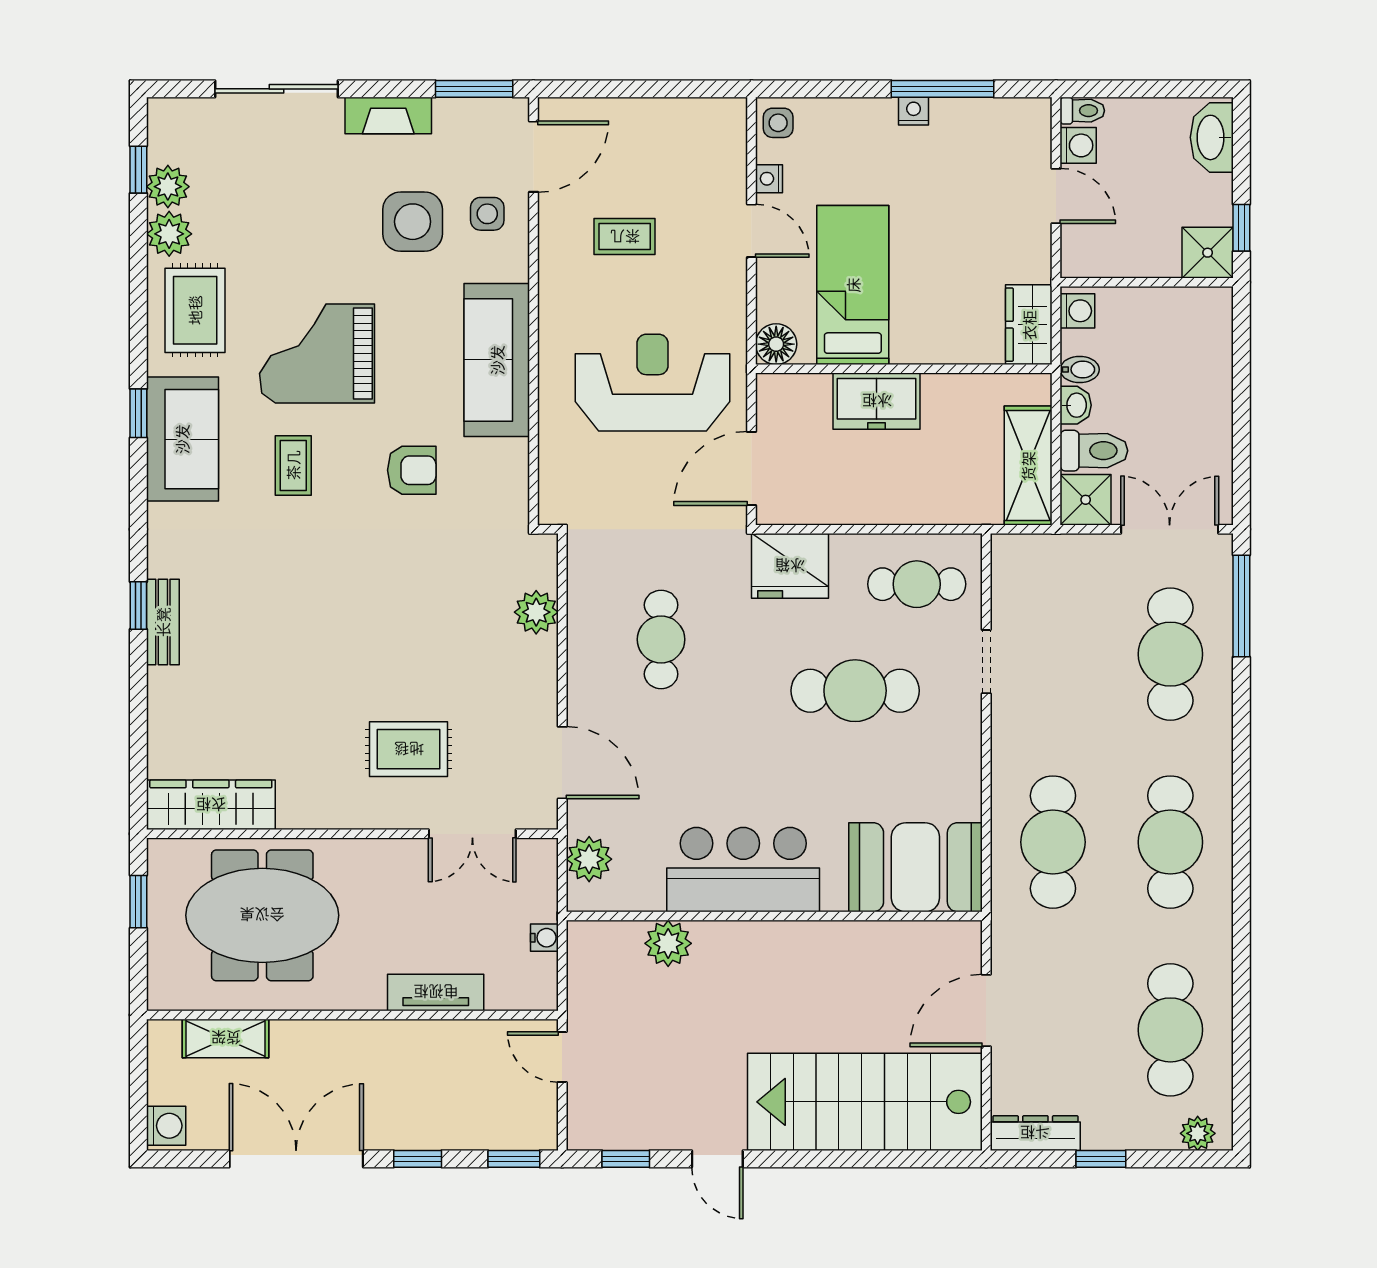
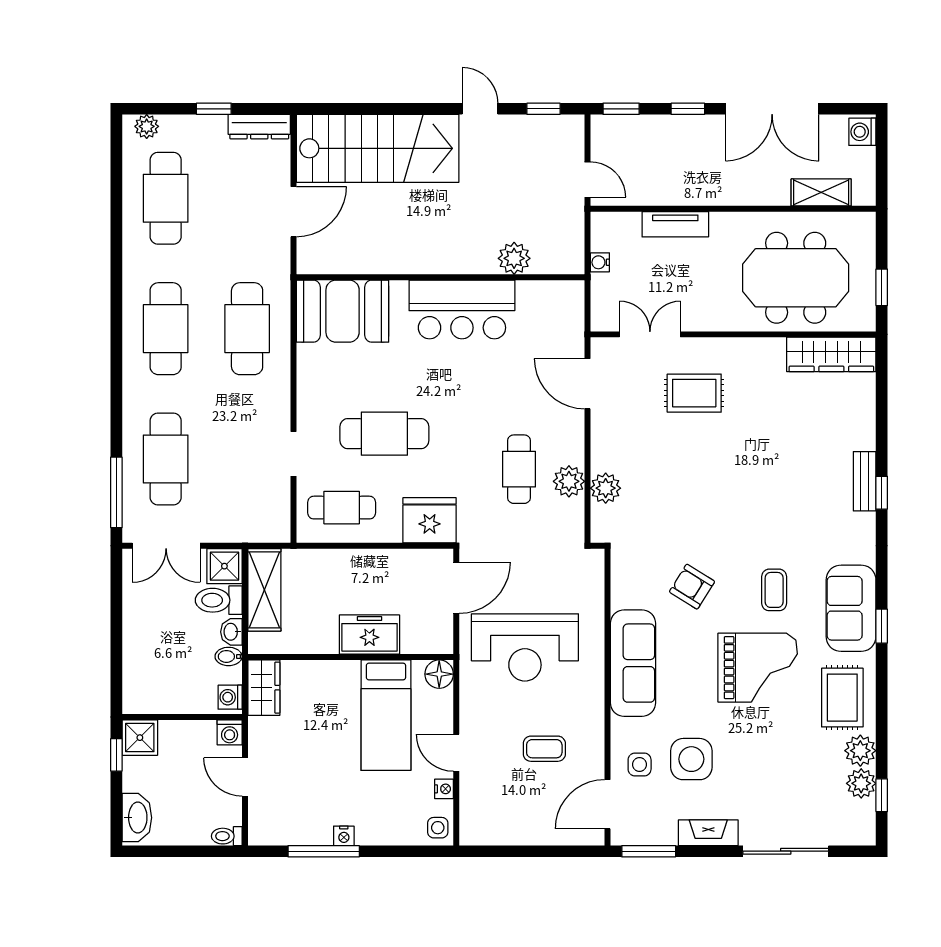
washing machine: (1078, 145) -> (230, 732), moved, turned -90
armchair: (412, 470) -> (692, 587), turned 32
plant: (589, 859) -> (569, 481), moved

